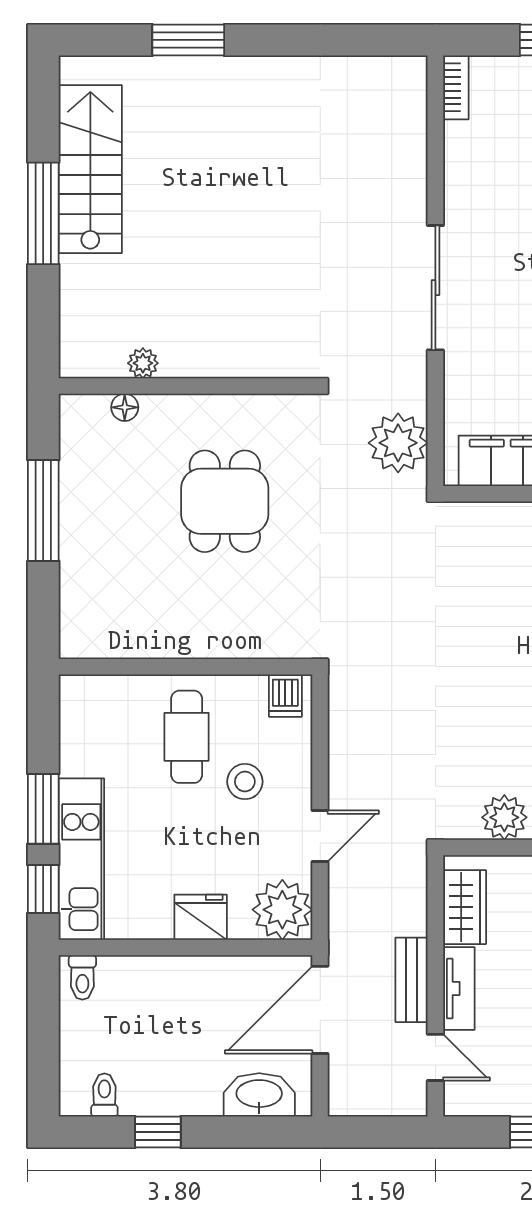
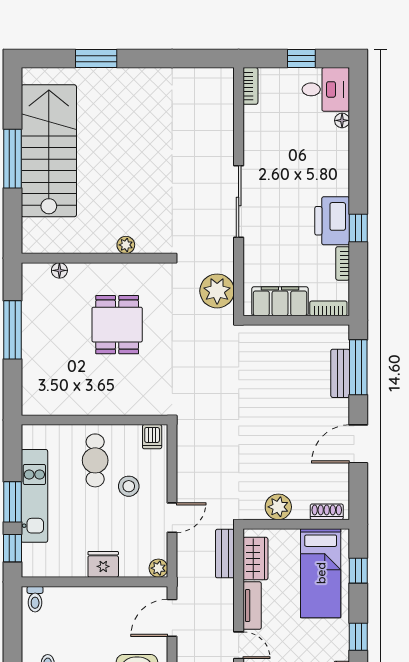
stairs: (90, 169) -> (49, 151), width x1.36, depth x1.51
plant: (143, 363) -> (126, 245), moved
kitchen unit: (81, 859) -> (34, 496), moved
plant: (282, 910) -> (158, 568), width x0.53, depth x0.53
bench: (412, 980) -> (225, 554), moved
door: (320, 1010) -> (172, 618), width x0.73

